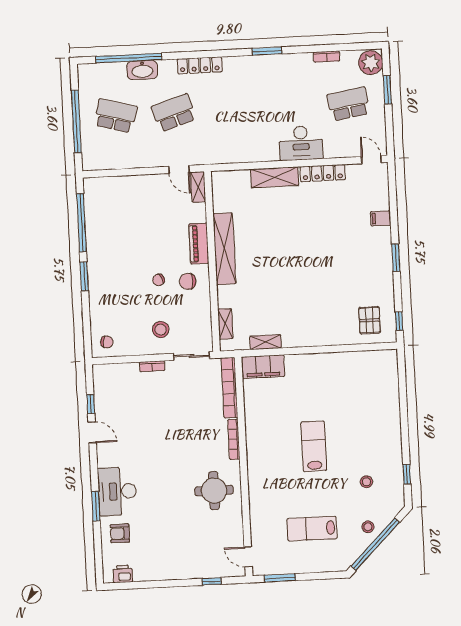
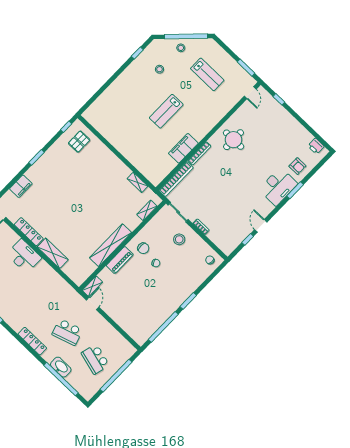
filing cabinet: (381, 218) -> (21, 186), width x2.00
filing cabinet: (263, 367) -> (183, 148), moved, turned -90

